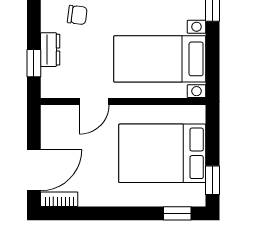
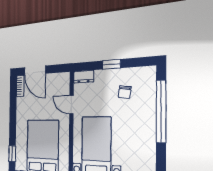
dresser: (50, 50) -> (84, 77), moved
window: (34, 63) -> (111, 64), moved

